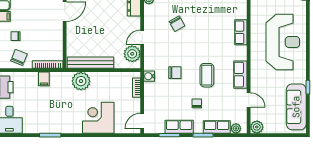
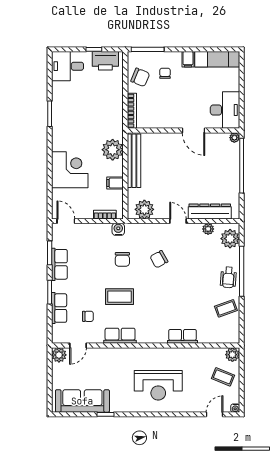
chair: (177, 24) -> (159, 259), moved
row of seats: (241, 32) -> (183, 336), moved
door: (142, 37) -> (178, 221), moved
reception desk: (283, 42) -> (158, 385), width x0.74, depth x0.77
filing cabinet: (44, 79) -> (115, 183), moved
door: (249, 100) -> (78, 345), moved
chair: (197, 103) -> (88, 316), moved
plant: (236, 128) -> (57, 331), removed

